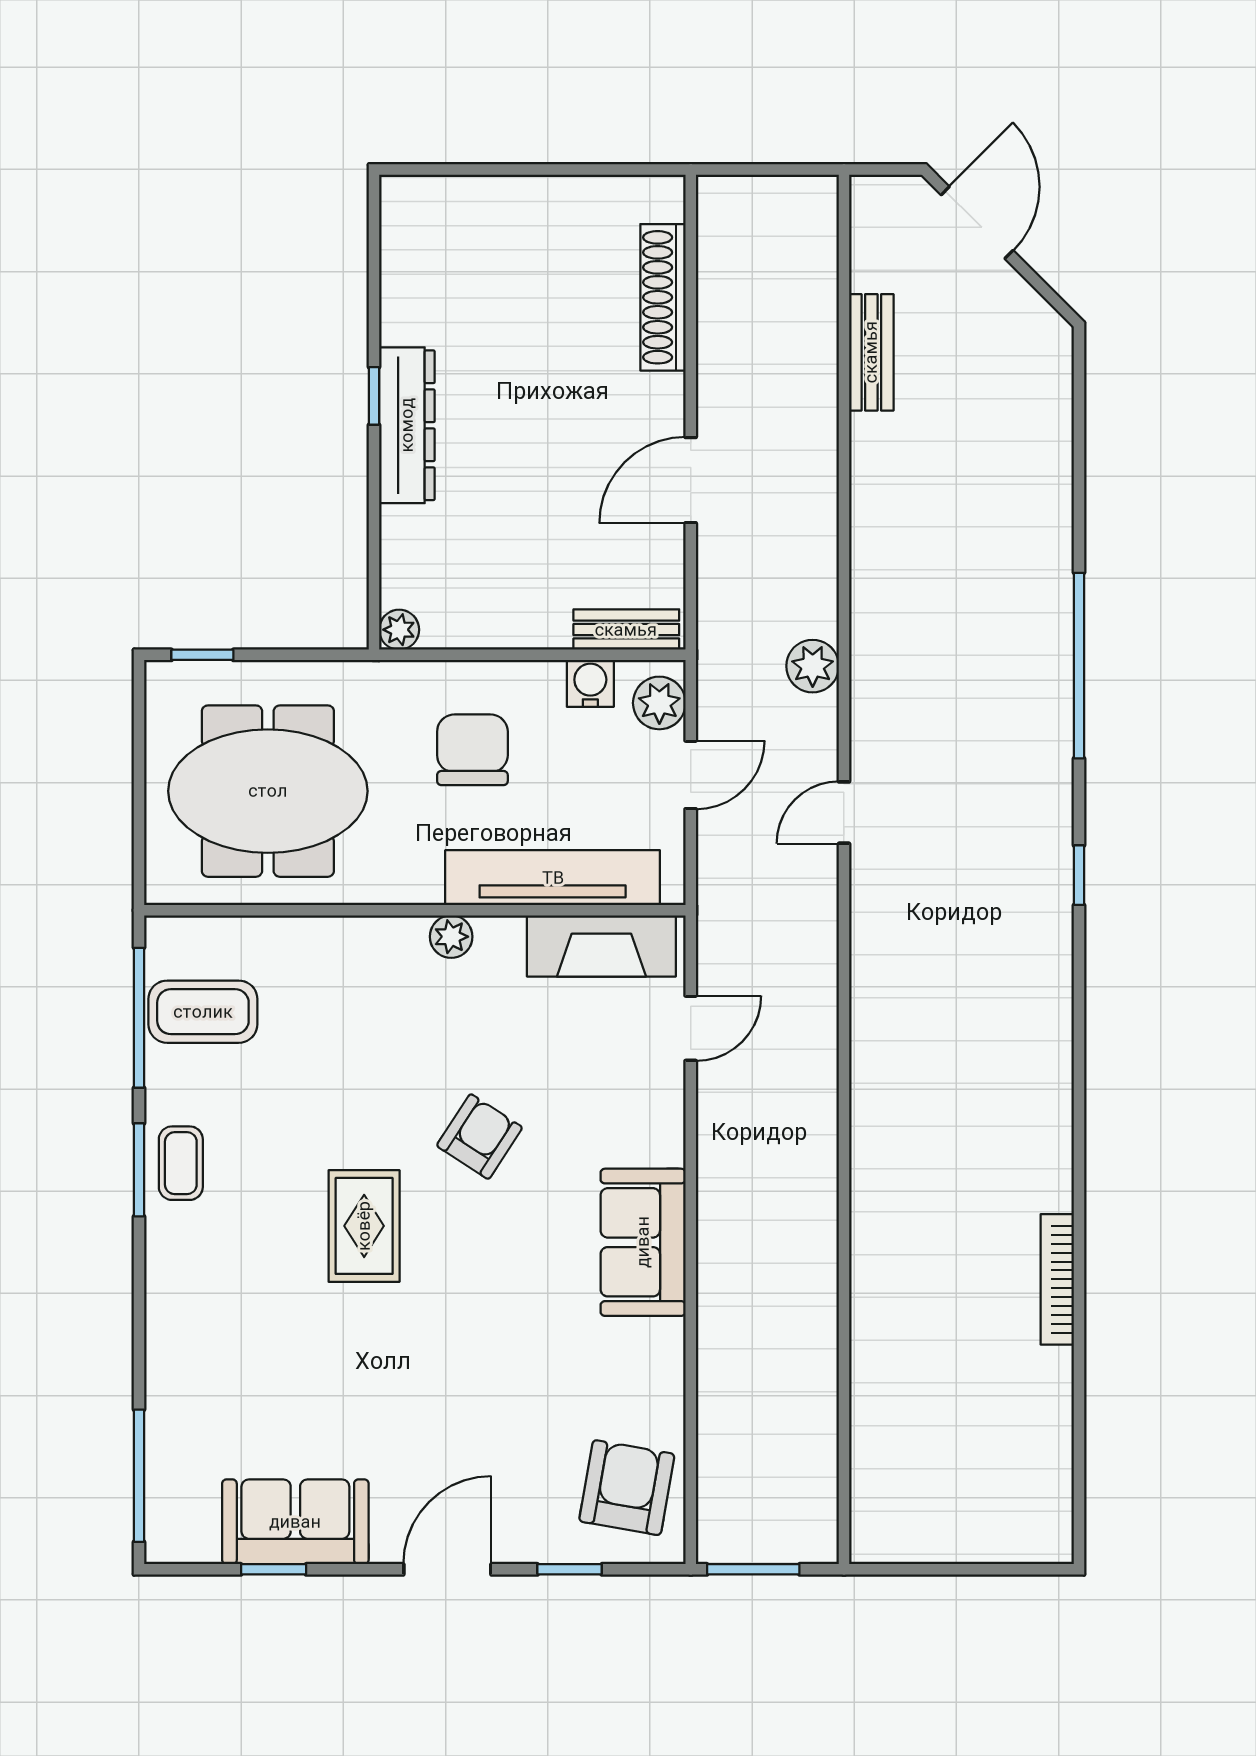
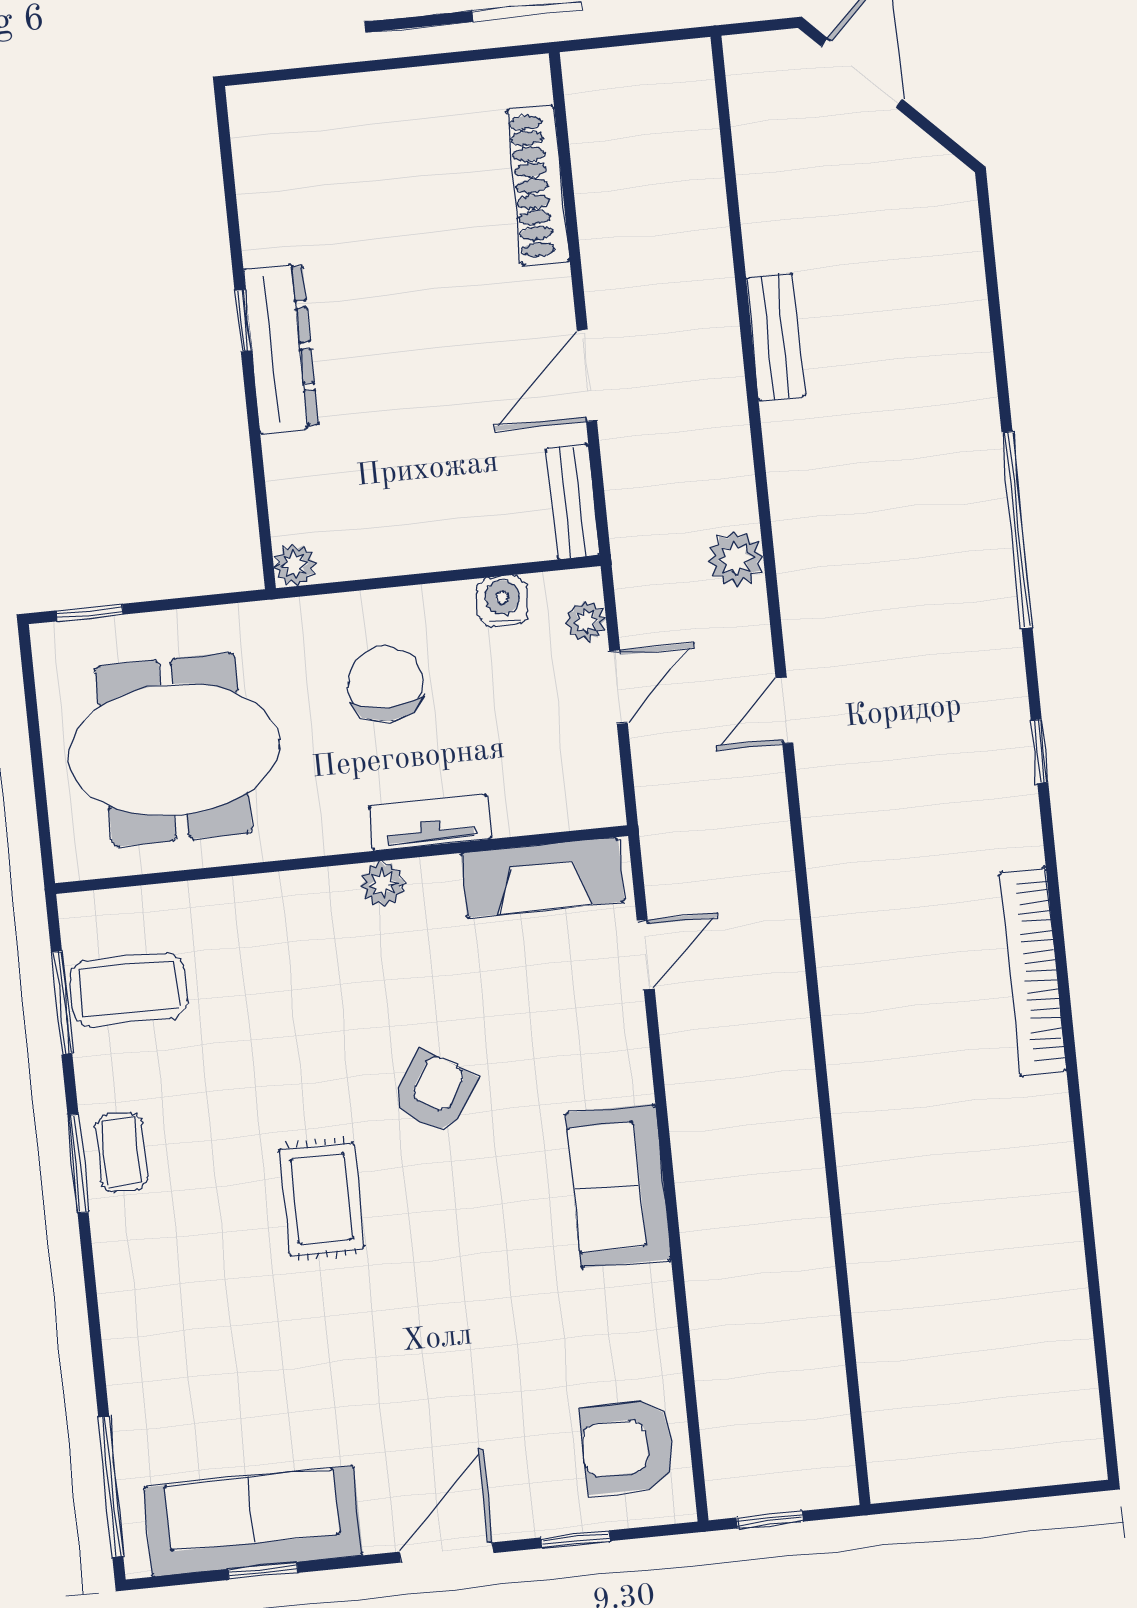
bench: (871, 352) -> (776, 337), moved
bench: (626, 630) -> (573, 502), moved, turned 90
plant: (659, 703) -> (586, 621), width x0.73, depth x0.73
tv unit: (553, 878) -> (430, 822), width x0.52, depth x0.78
window: (139, 1018) -> (62, 1003), width x0.69
bookcase: (1057, 1279) -> (1033, 971), moved, width x1.48, depth x1.31
armchair: (627, 1488) -> (627, 1447), turned -100
sofa: (295, 1522) -> (253, 1521), width x1.36
window: (753, 1569) -> (770, 1520), width x0.67

